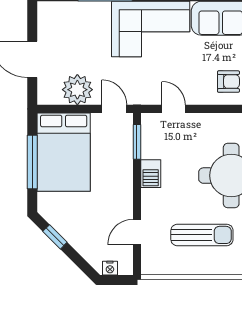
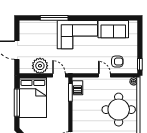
door: (174, 109) -> (104, 75), moved
barbecue: (151, 174) -> (77, 88), moved

